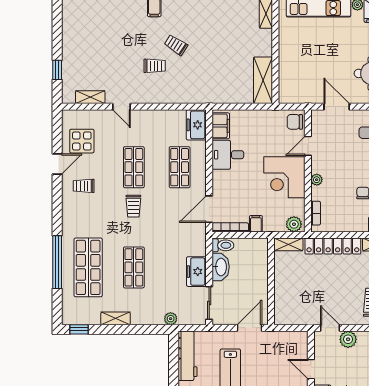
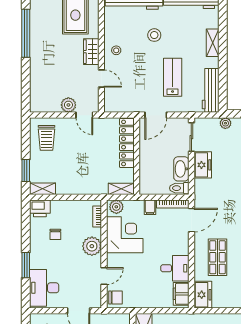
corner desk: (284, 177) -> (125, 235), moved
plant: (317, 180) -> (92, 246), width x1.88, depth x1.88
locker: (333, 246) -> (127, 143), moved, turned -90

